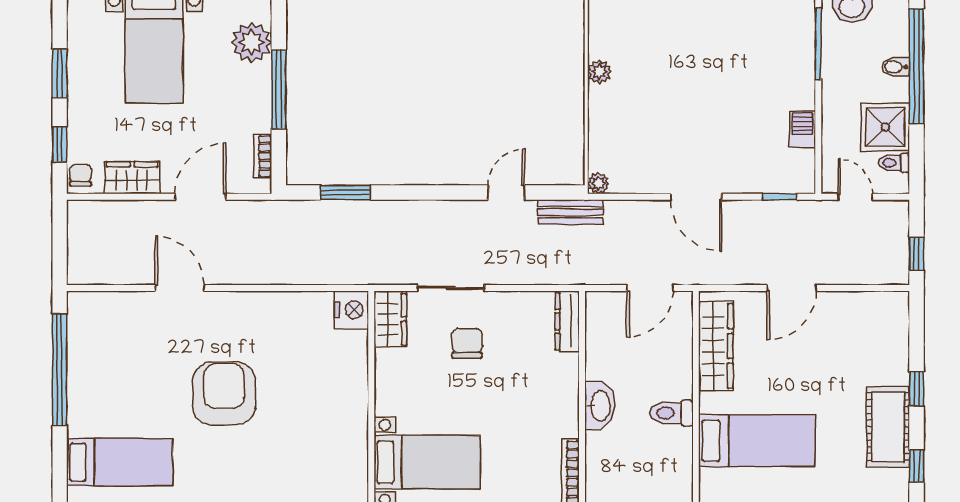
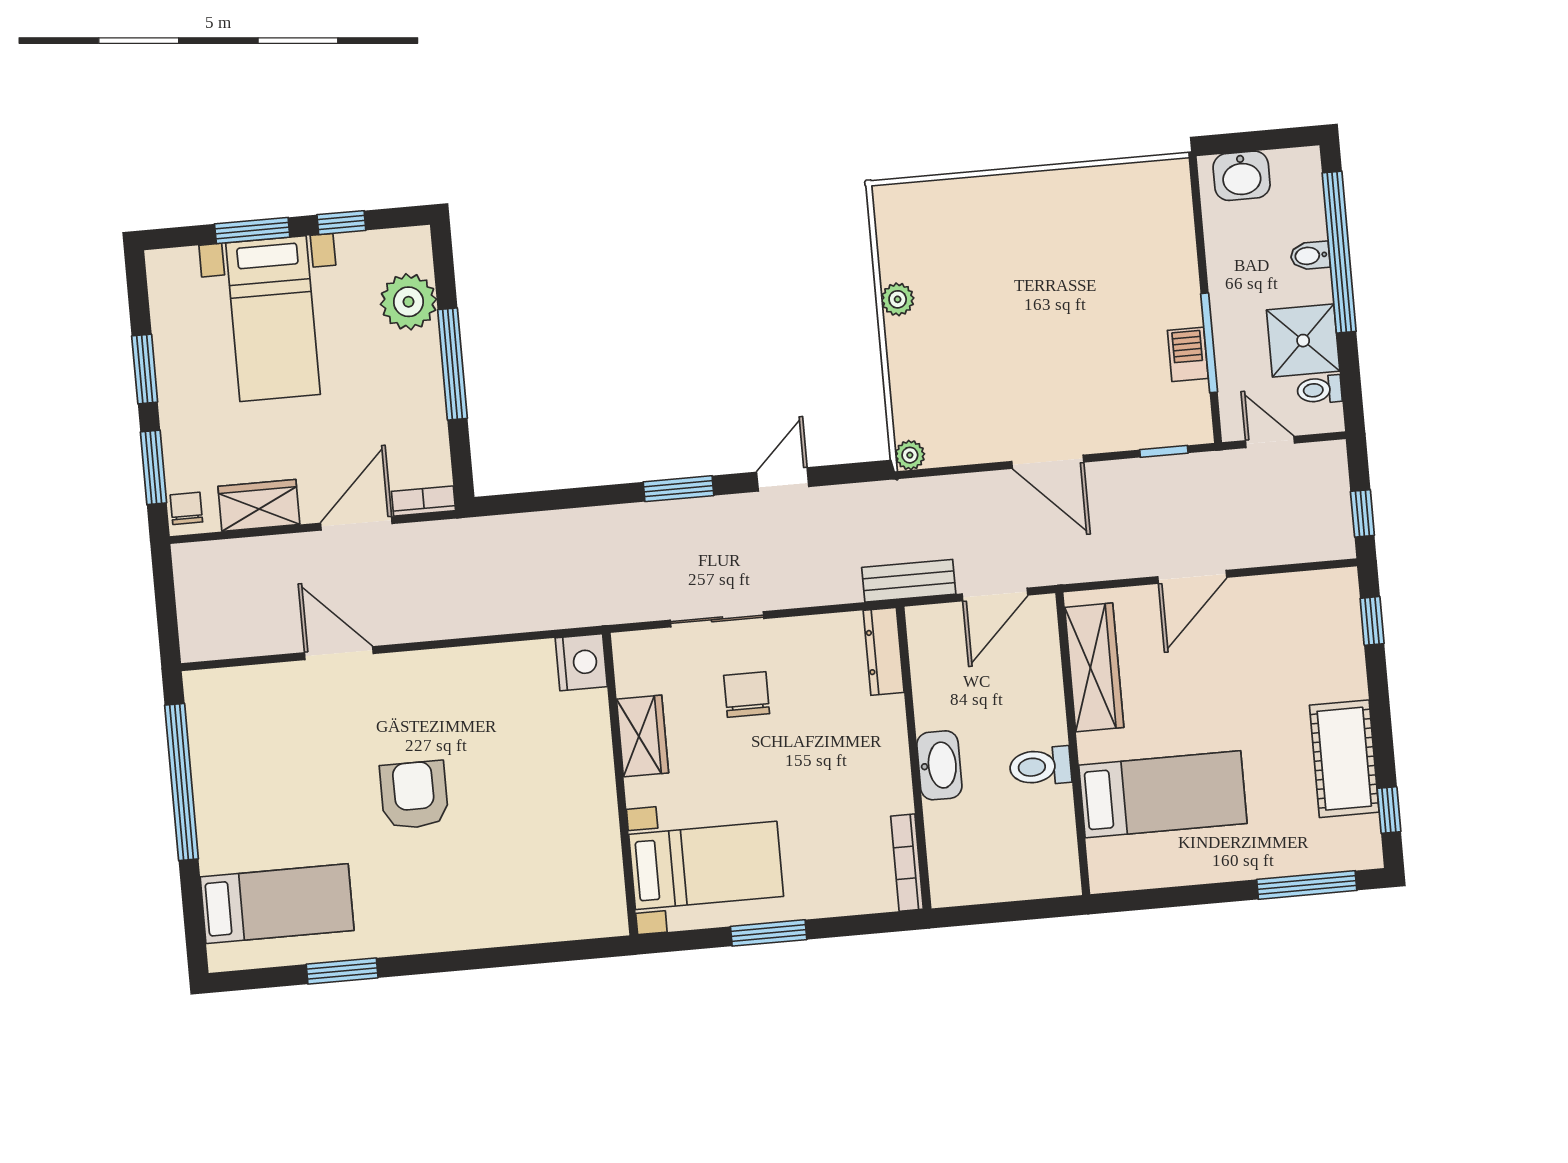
window: (818, 44) -> (1209, 343), moved
window: (60, 144) -> (153, 467), width x1.50
bookcase: (263, 156) -> (423, 501), moved, turned 90
window: (345, 193) -> (678, 489), moved
bench: (570, 212) -> (909, 581), moved
wardrobe: (390, 319) -> (643, 736), moved
window: (917, 389) -> (1372, 621), moved
armchair: (224, 394) -> (414, 795), width x0.73, depth x0.73

